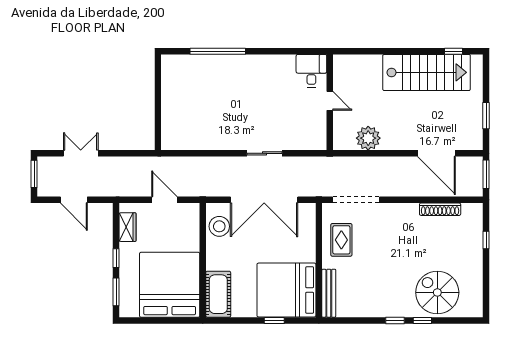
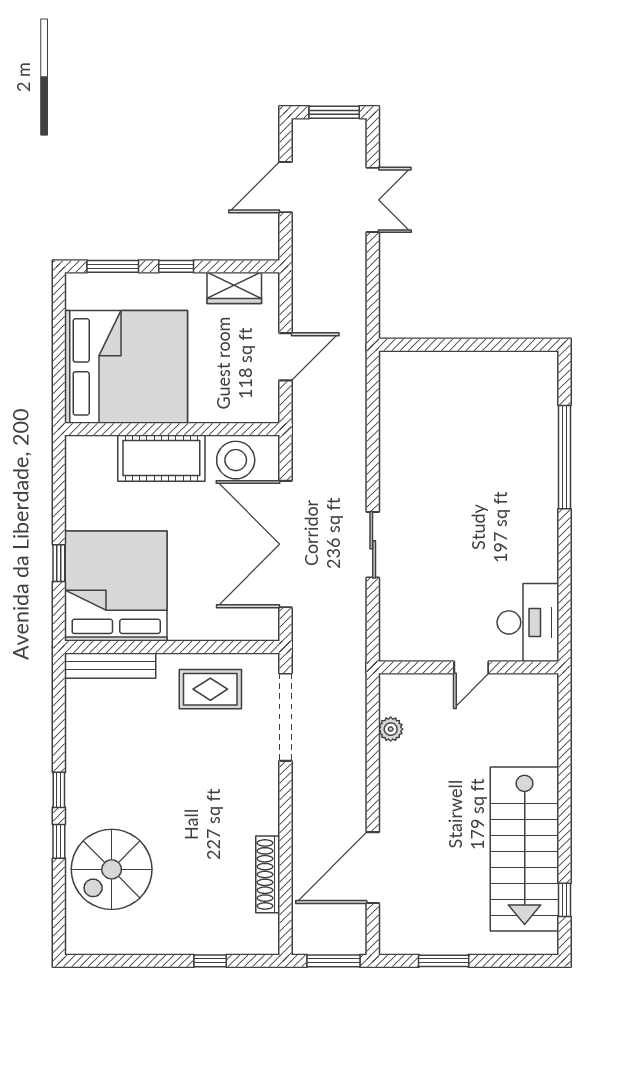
desk: (311, 71) -> (528, 622), width x1.37
plant: (368, 138) -> (391, 729), width x0.53, depth x0.53
spiral stairs: (437, 292) -> (112, 869), turned 180
cot: (218, 294) -> (161, 458), moved

